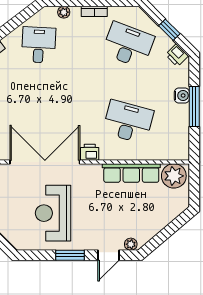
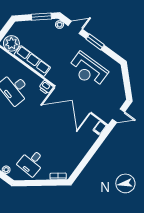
reception desk: (53, 213) -> (88, 70), turned 90
window: (161, 237) -> (41, 17), added

